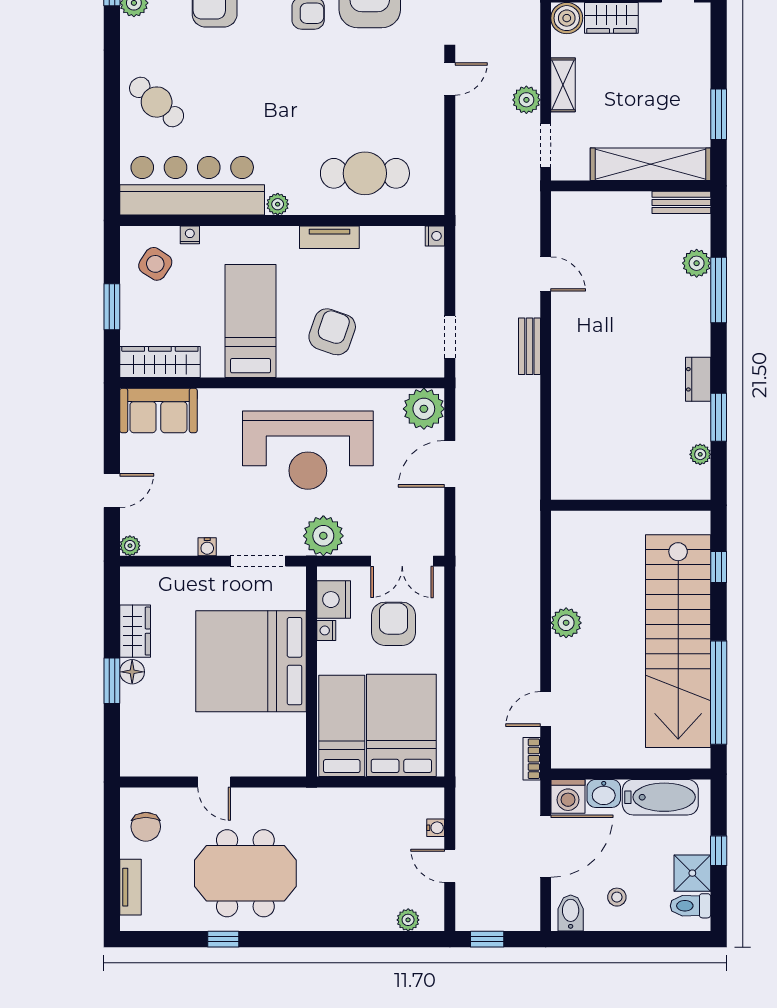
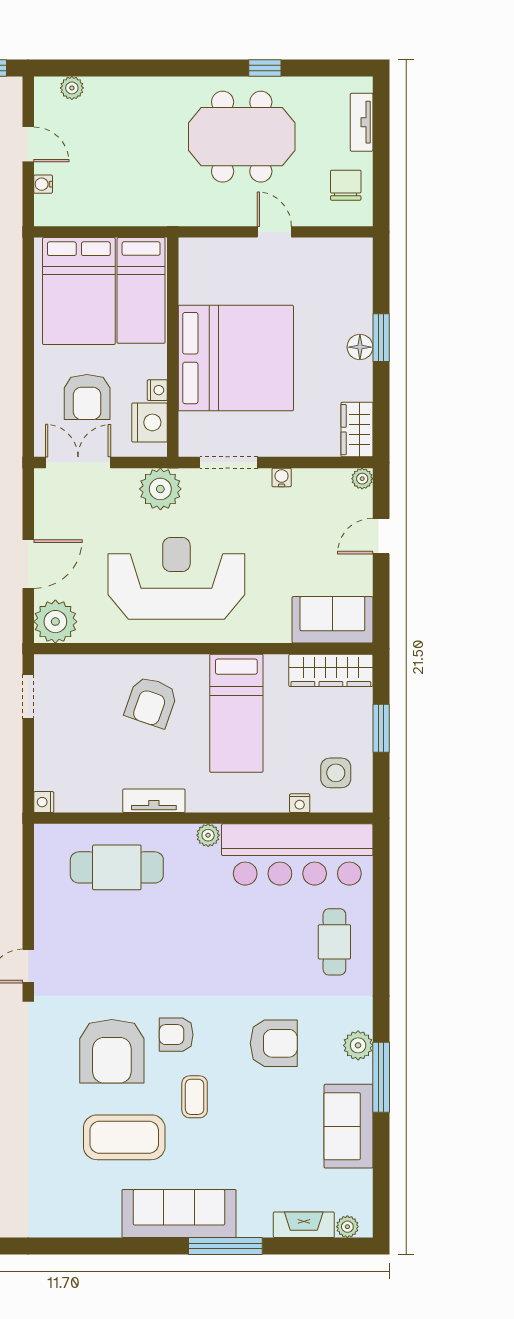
cafe table: (157, 102) -> (334, 942), turned 49
side table: (155, 264) -> (336, 773), turned -33
wardrobe: (135, 631) -> (357, 430), moved

